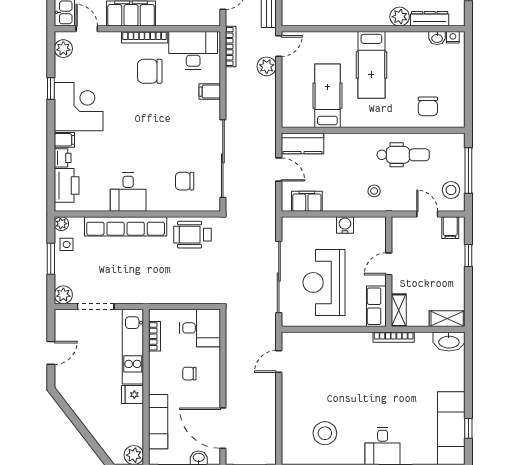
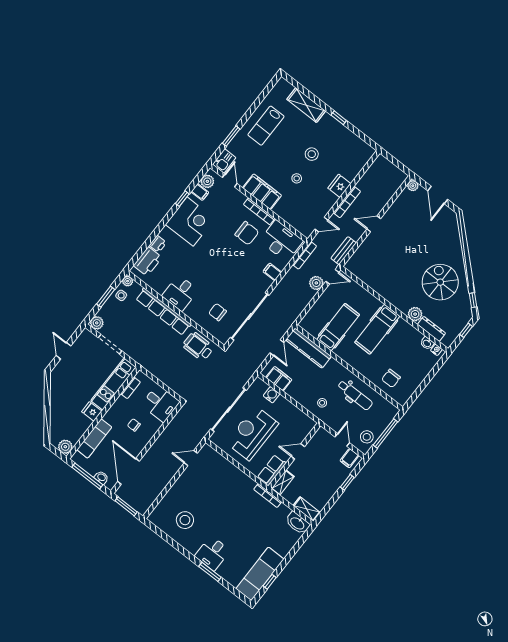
chair: (150, 71) -> (247, 233), turned 180
filing cabinet: (64, 140) -> (200, 192), moved
kitchen counter: (303, 143) -> (308, 348), width x1.50
water cooler: (345, 225) -> (272, 395), moved
door: (51, 353) -> (63, 351), swing flipped

